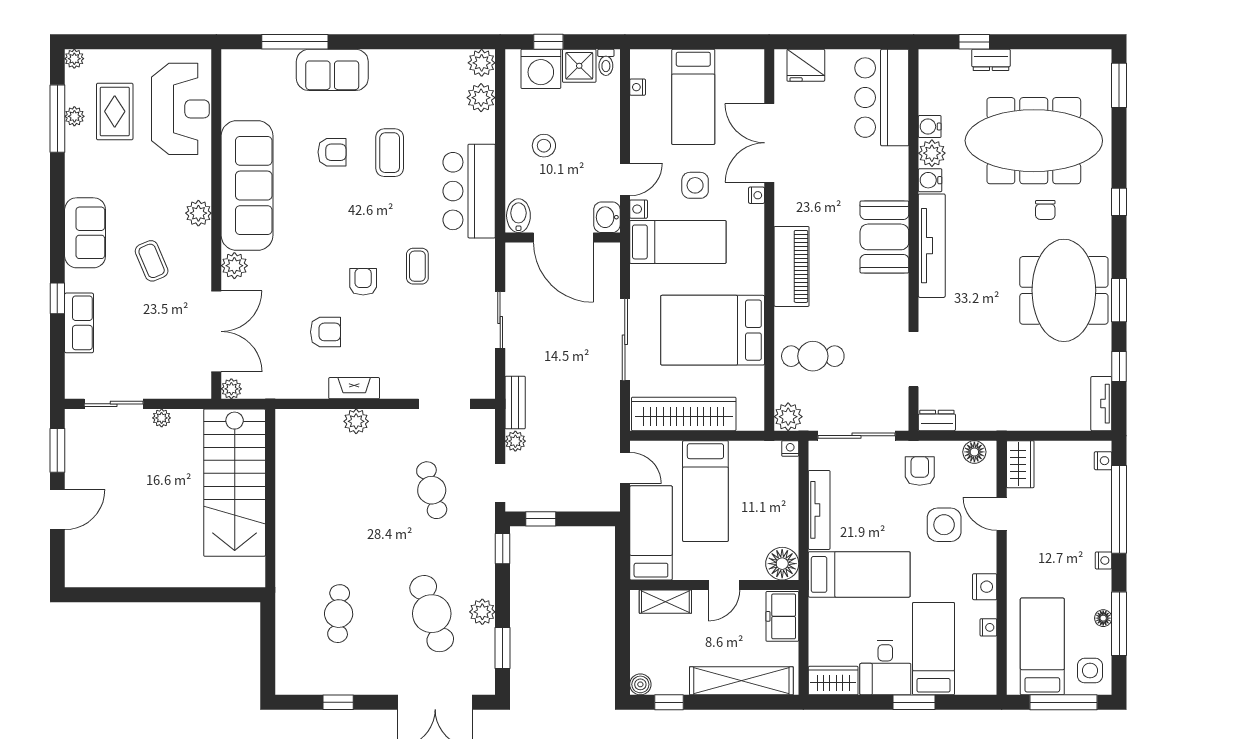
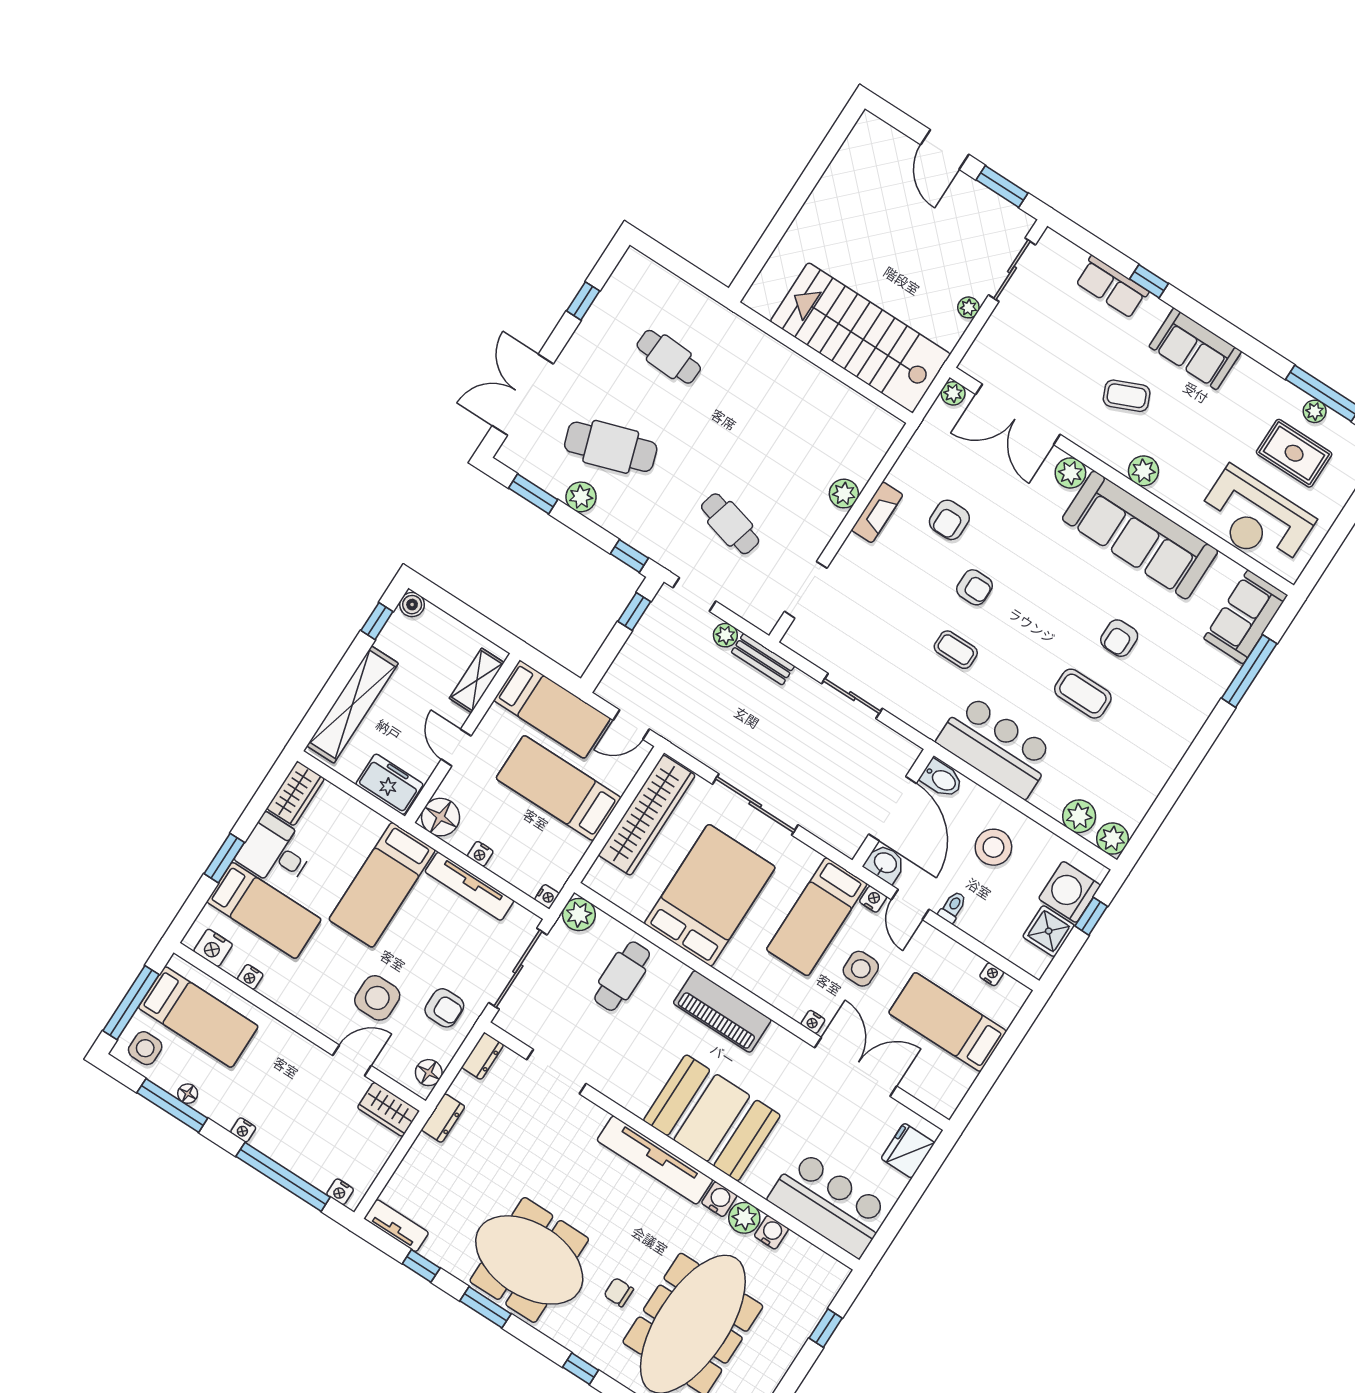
dresser: (991, 60) -> (443, 1118), moved, turned 180
toilet: (606, 62) -> (953, 907), moved, turned 90
sofa: (332, 70) -> (1246, 617), moved
stool: (544, 146) -> (993, 847), width x1.38, depth x1.38
booth: (884, 237) -> (712, 1118), width x1.36, depth x1.42
door: (563, 238) -> (892, 809), swing flipped
cafe table: (432, 490) -> (730, 524), turned 30
nightstand: (790, 517) -> (480, 854), added
nightstand: (985, 587) -> (213, 948), moved

